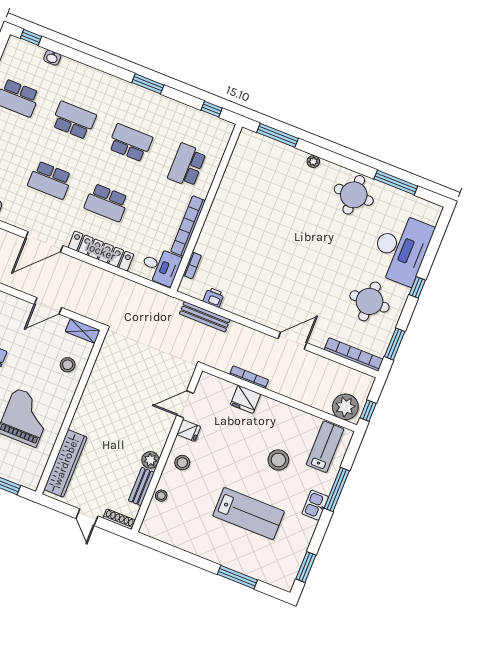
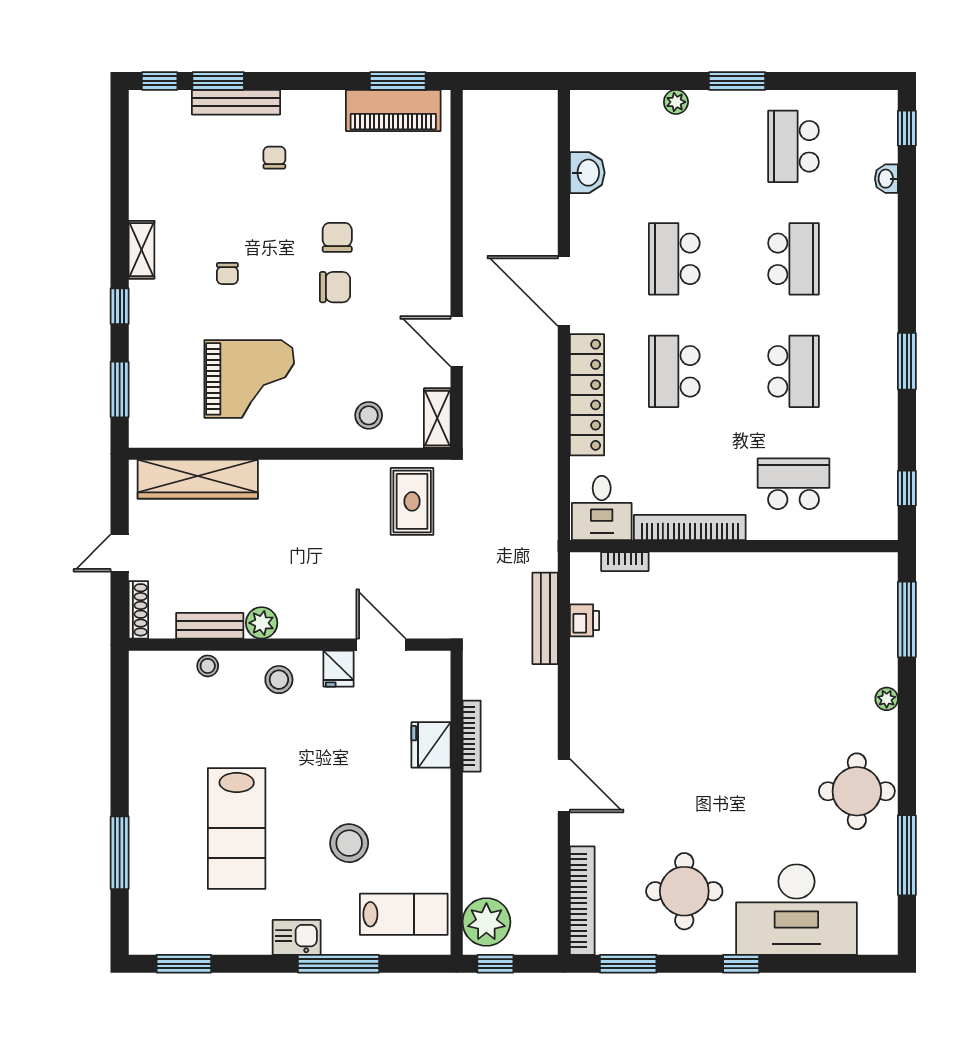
rug: (119, 360) -> (412, 501), added

